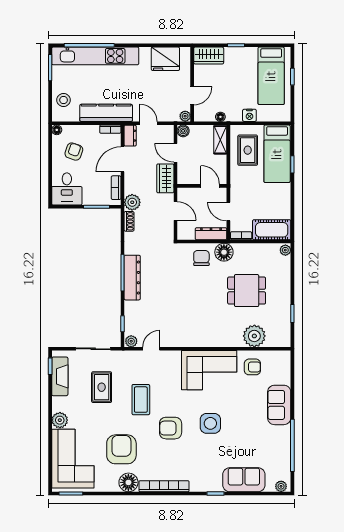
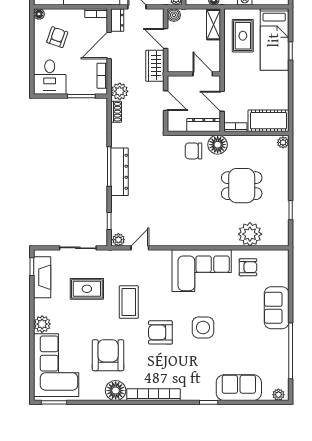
chair: (201, 258) -> (193, 151), turned -90
rug: (102, 387) -> (87, 289), turned 90

